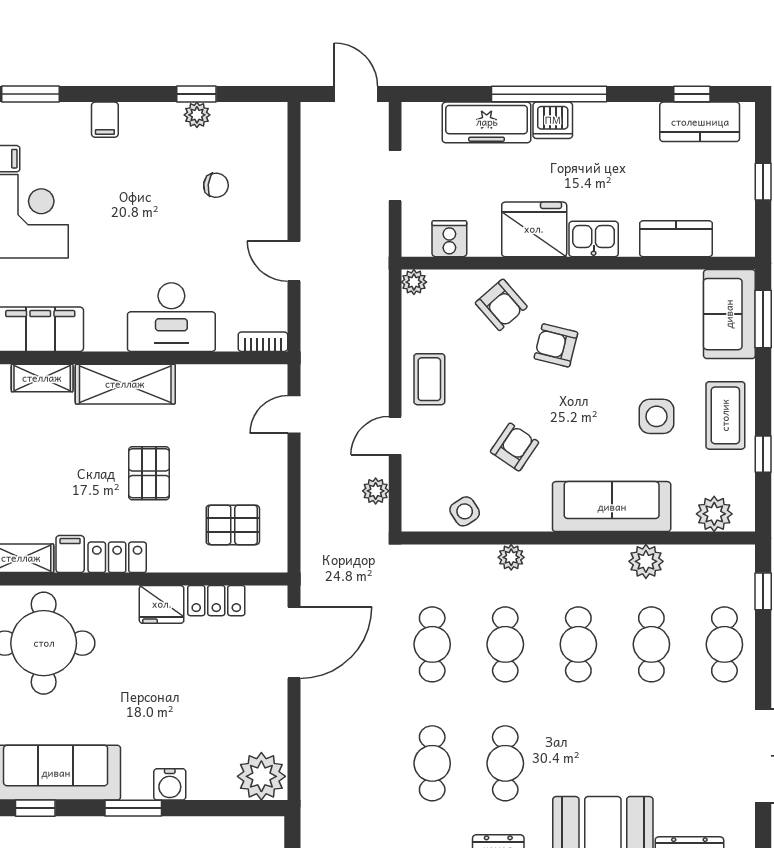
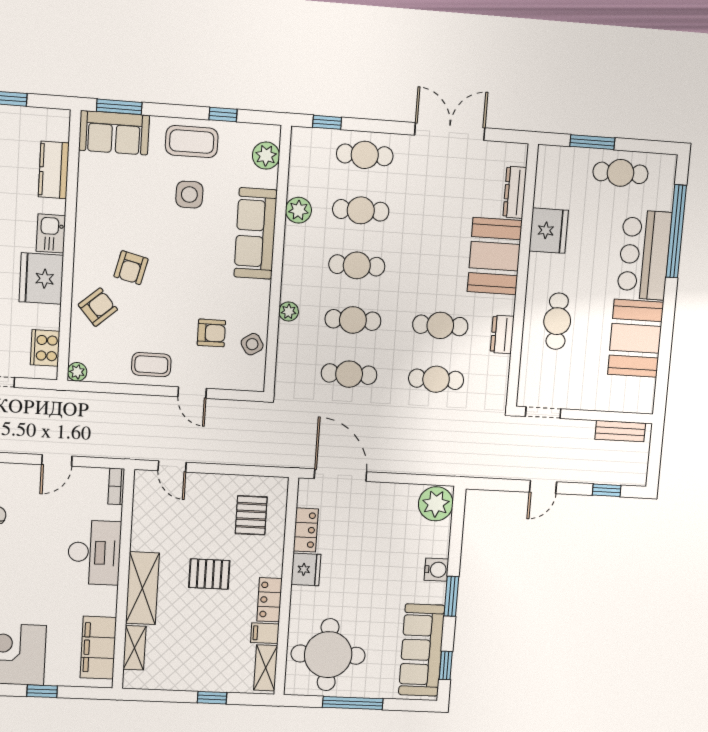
cooker: (449, 239) -> (45, 348), width x1.36
armchair: (515, 447) -> (211, 333), moved, turned 146
plant: (376, 491) -> (233, 409), removed

